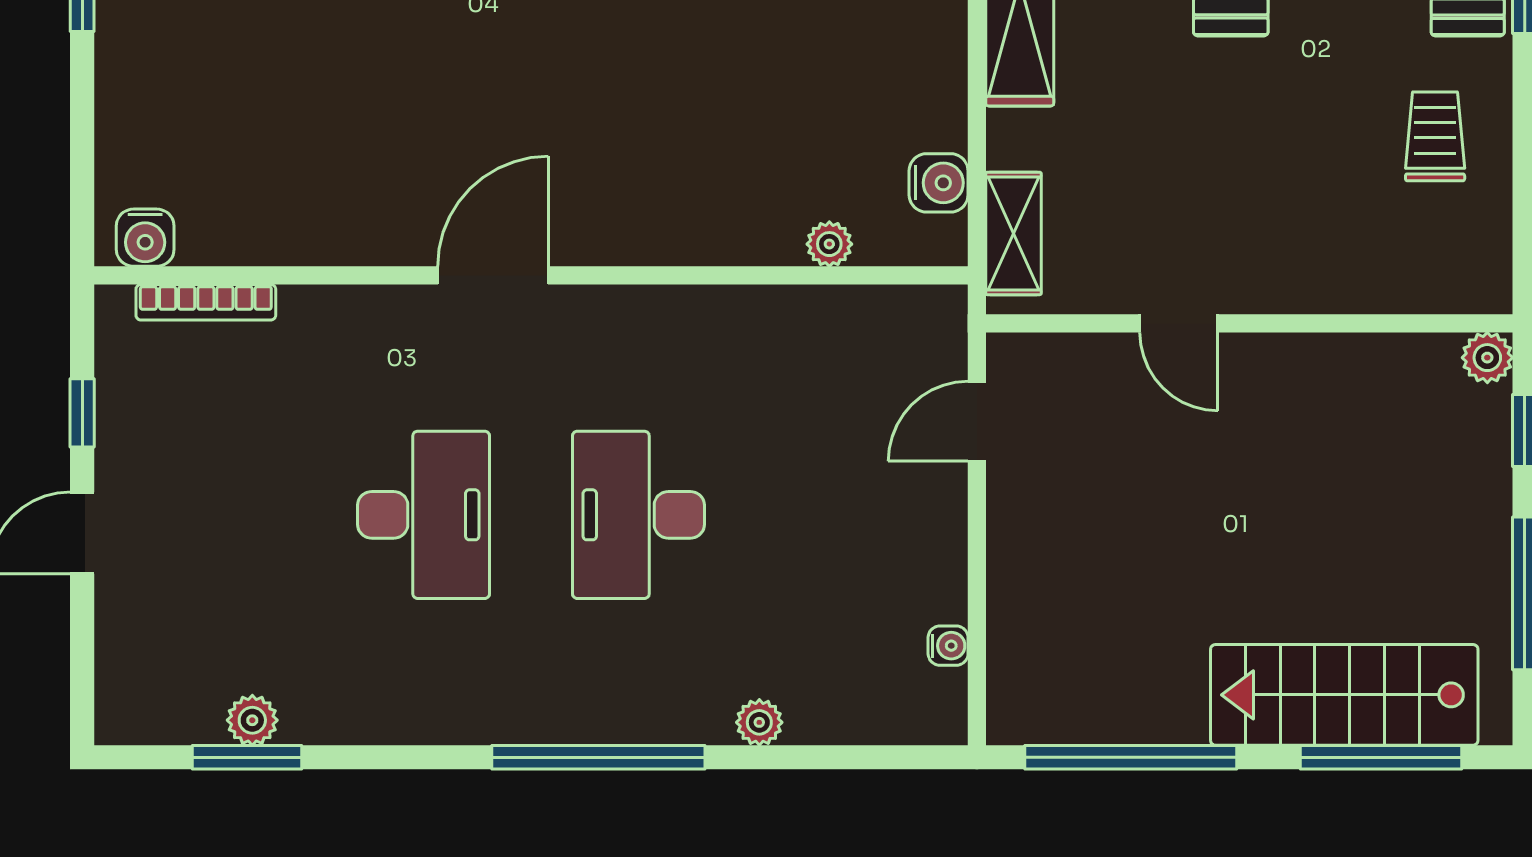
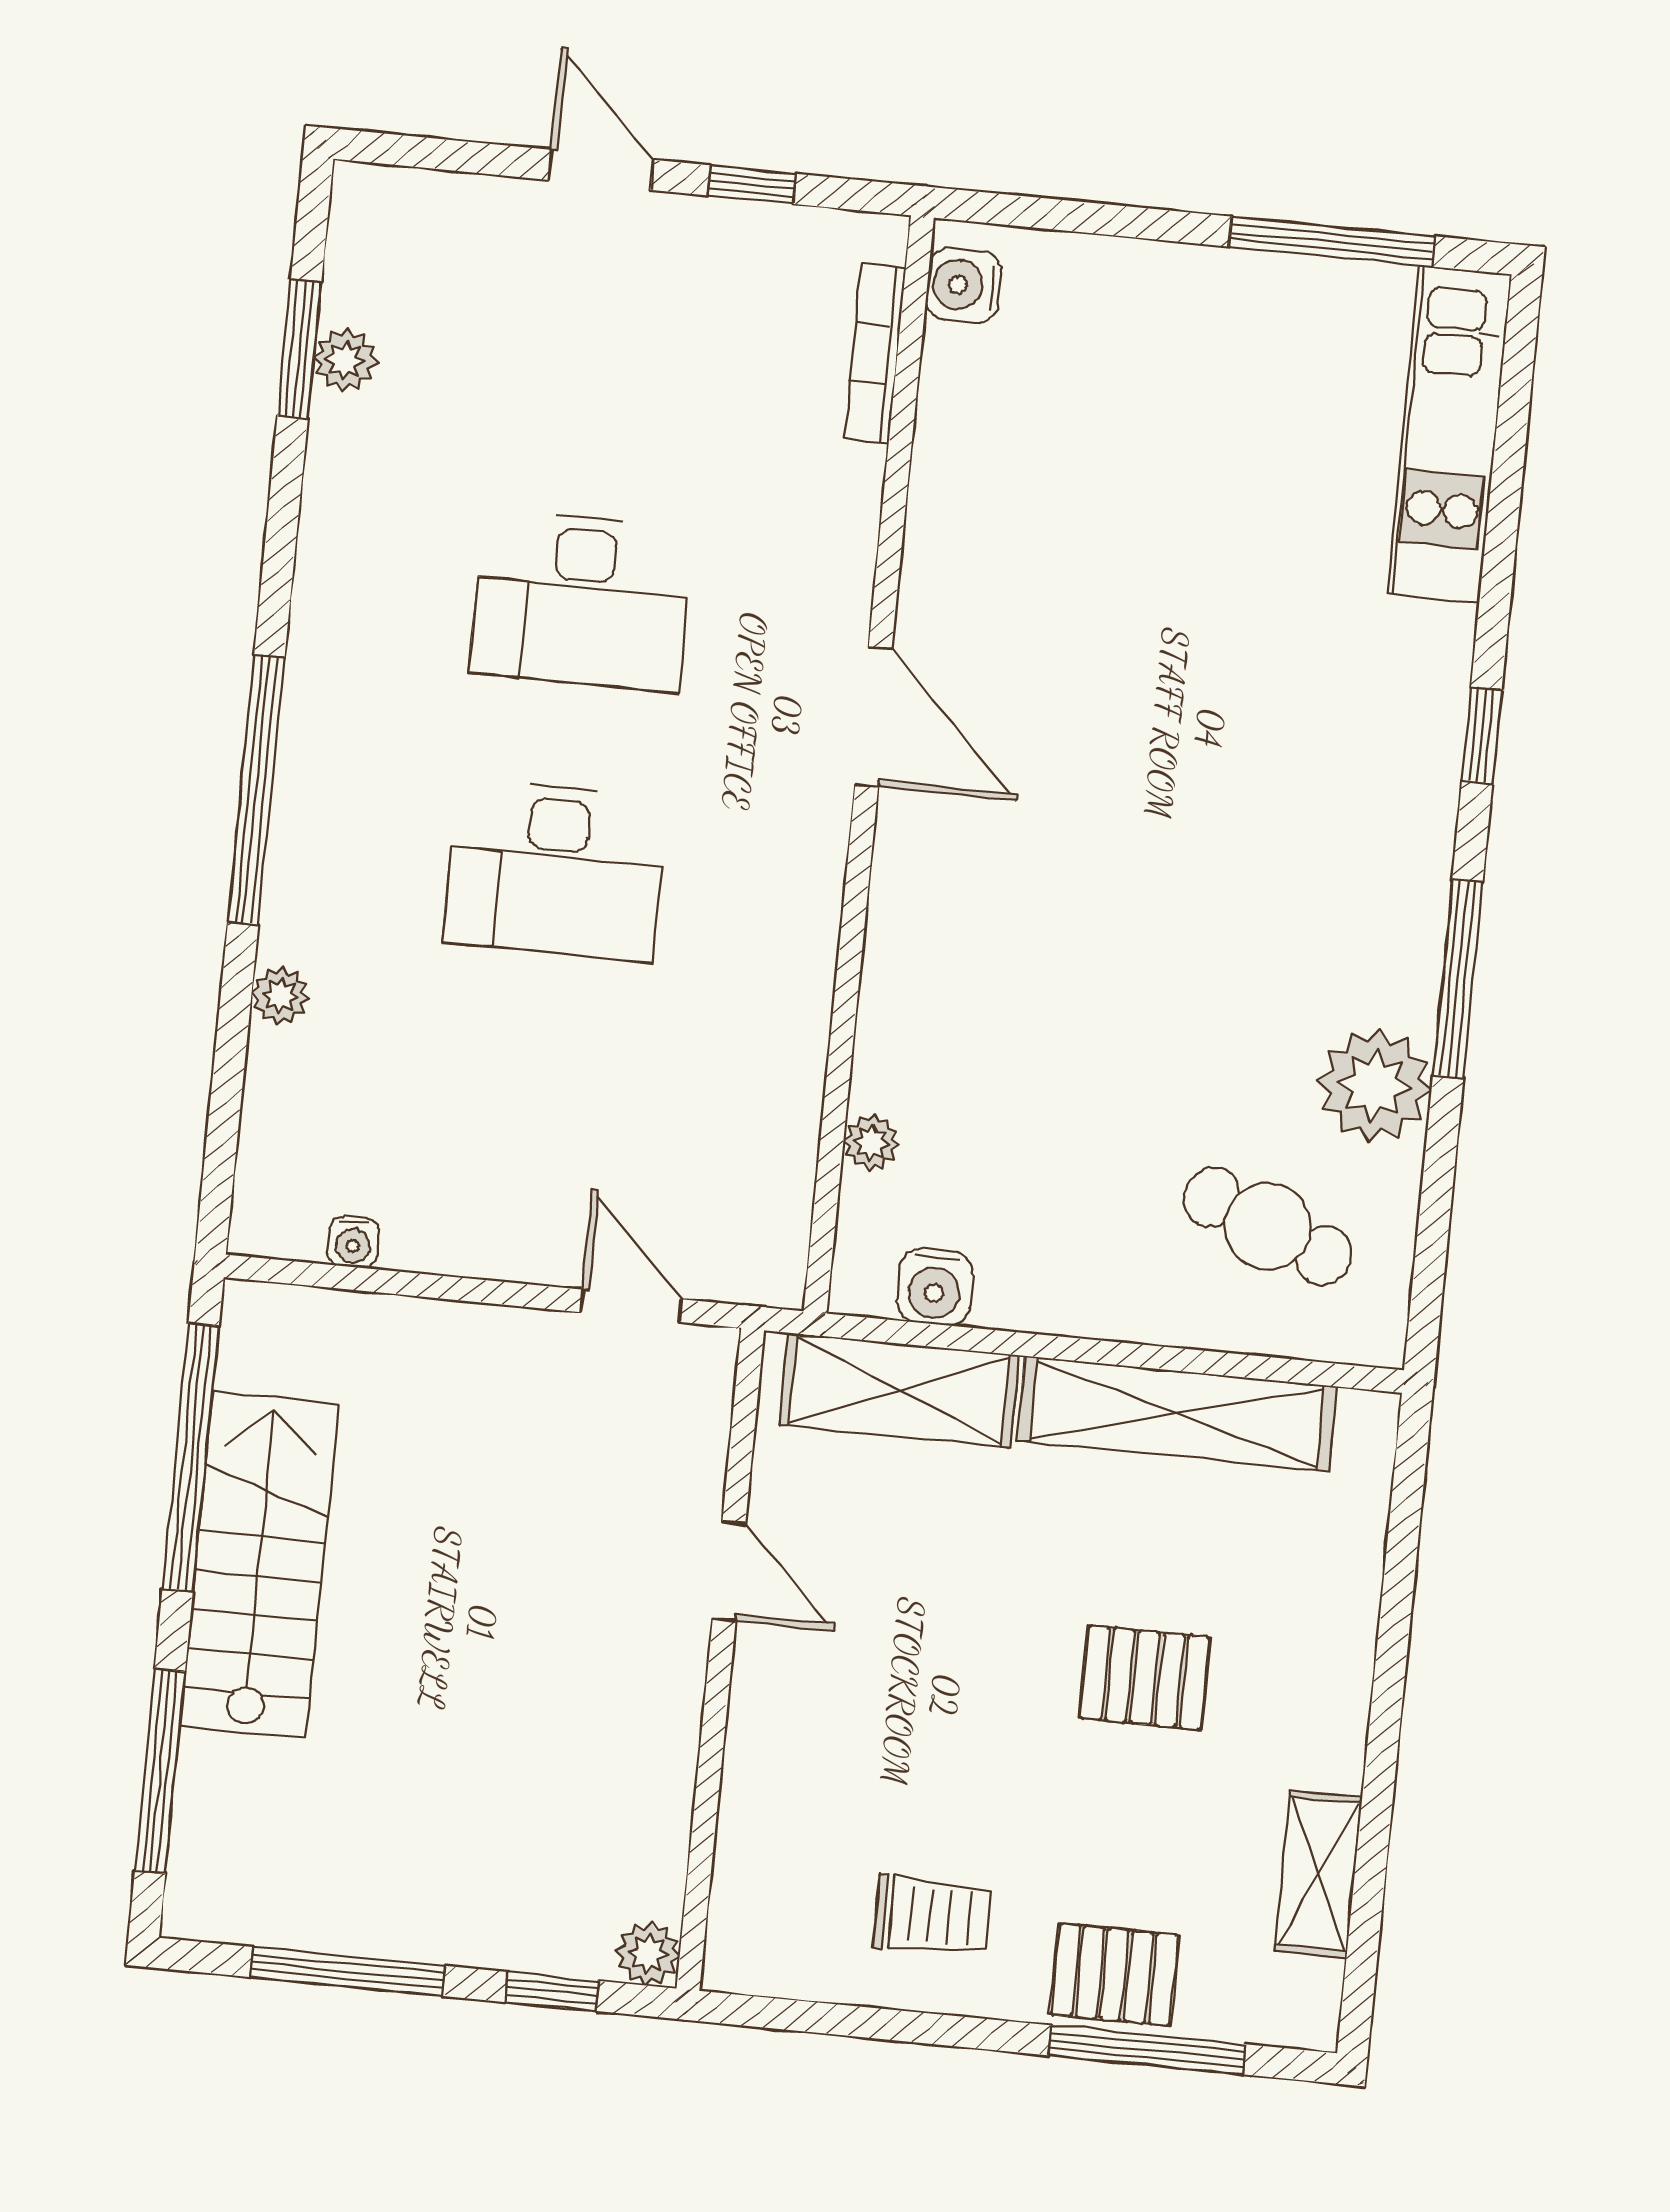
shelving: (1013, 233) -> (899, 1390), width x1.50, depth x1.33
door: (1179, 323) -> (729, 1571), swing flipped
desk: (638, 515) -> (555, 870), turned 180
stairs: (1344, 695) -> (259, 1565), moved

